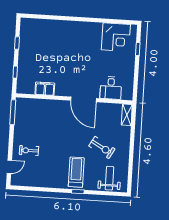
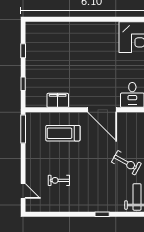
exercise bike: (29, 151) -> (59, 180), moved
door: (9, 167) -> (23, 191), hinge flipped
treadmill: (76, 172) -> (63, 133), moved, turned -90

